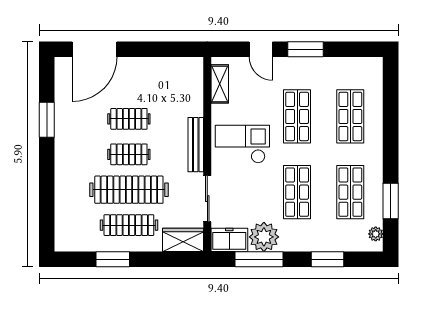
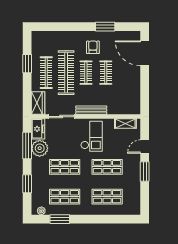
armchair: (84, 142) -> (93, 47), added

